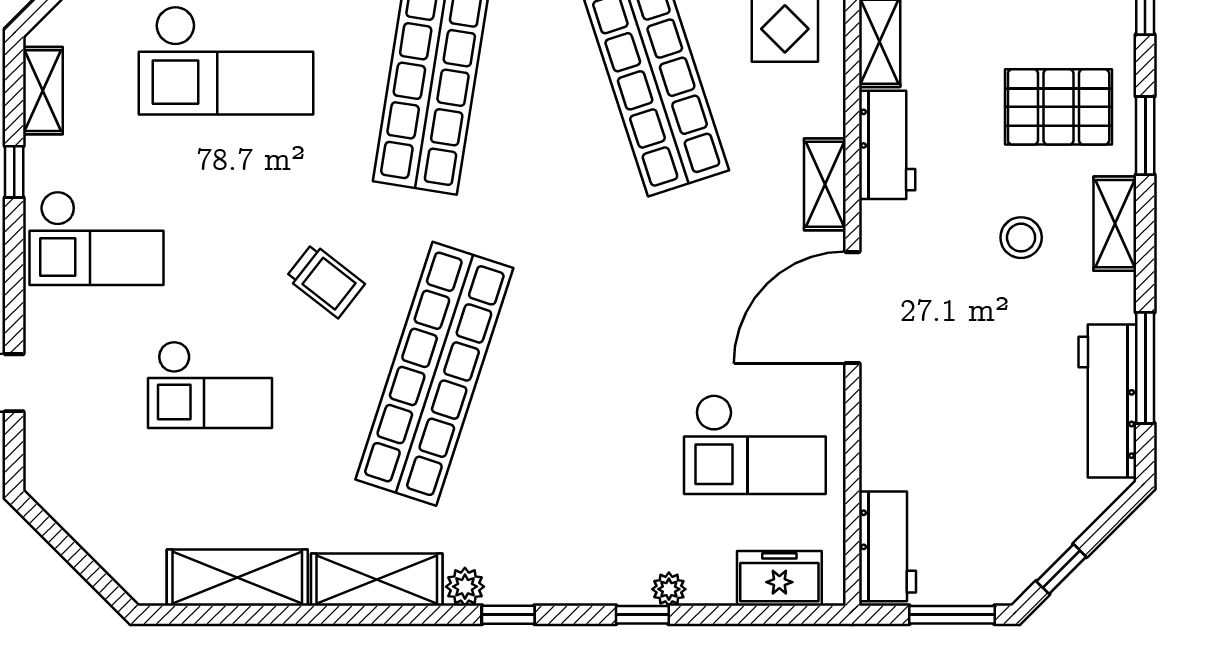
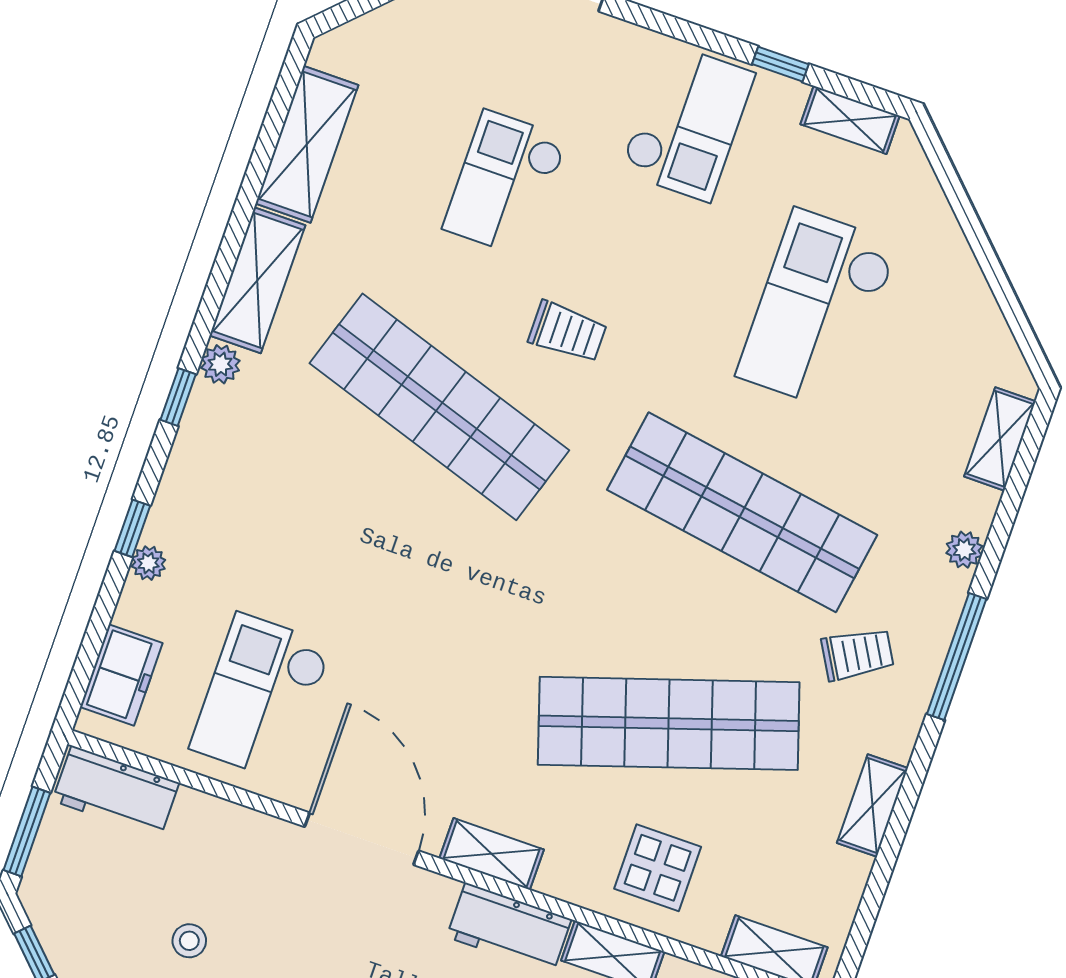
checkout: (96, 238) -> (687, 122), turned 180
trolley: (325, 281) -> (568, 332), turned -128
stool: (1000, 432) -> (189, 941), added

